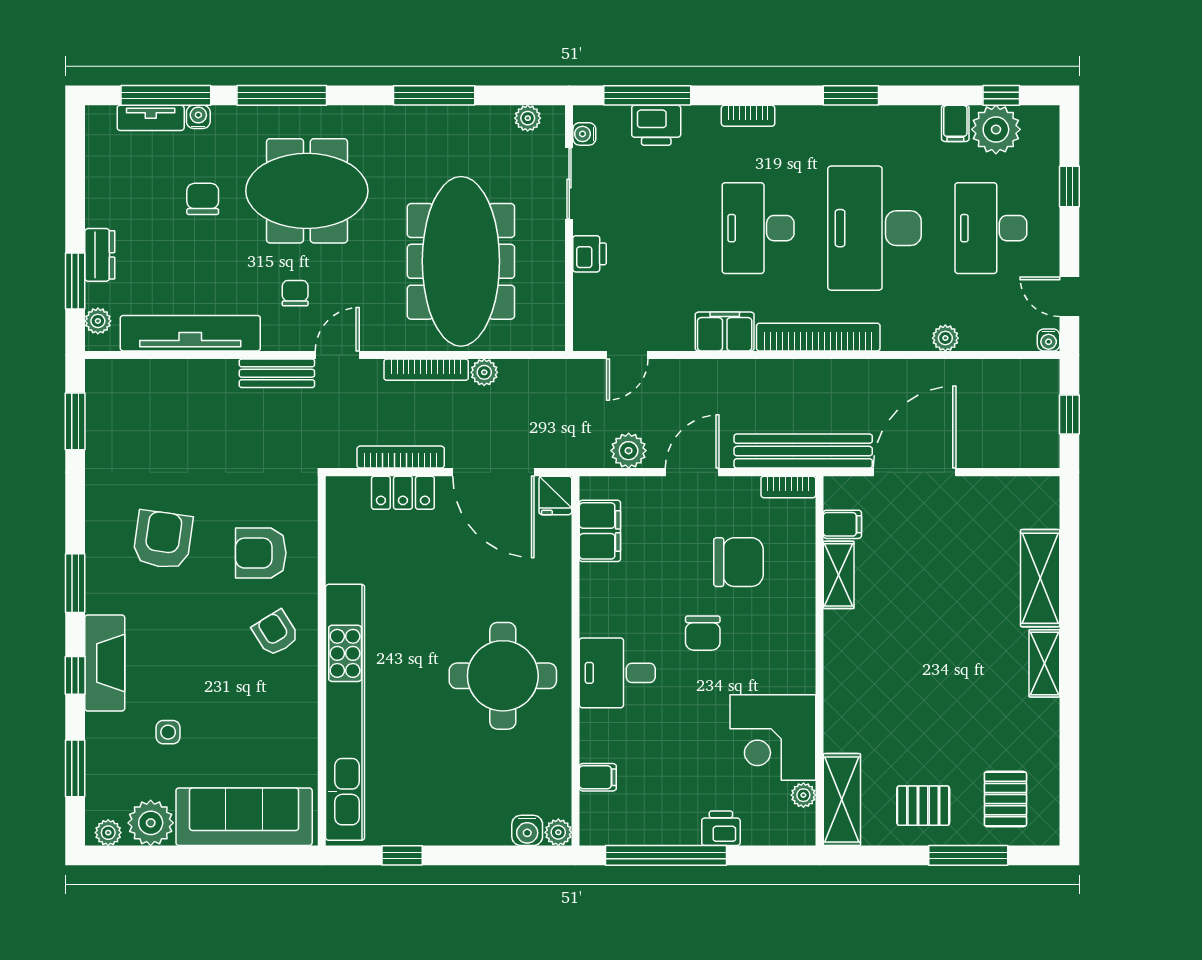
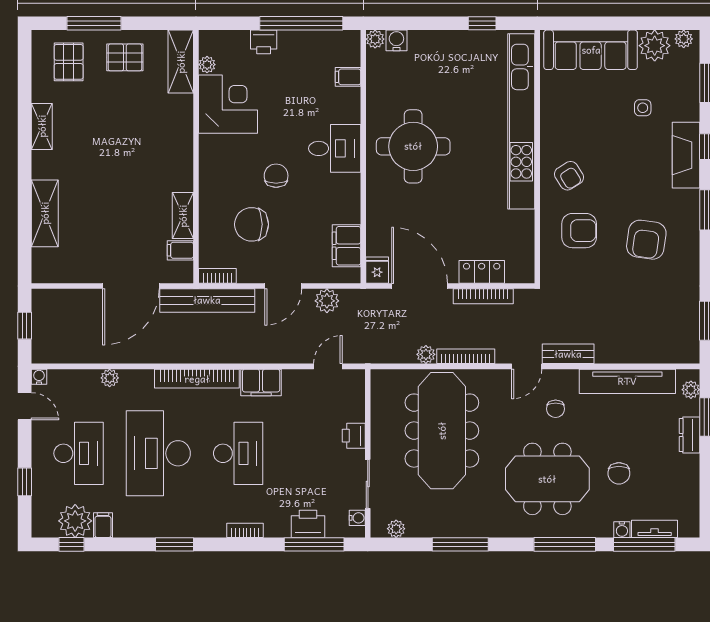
desk: (874, 228) -> (158, 453), turned 180
shelving: (1044, 663) -> (42, 126), moved

